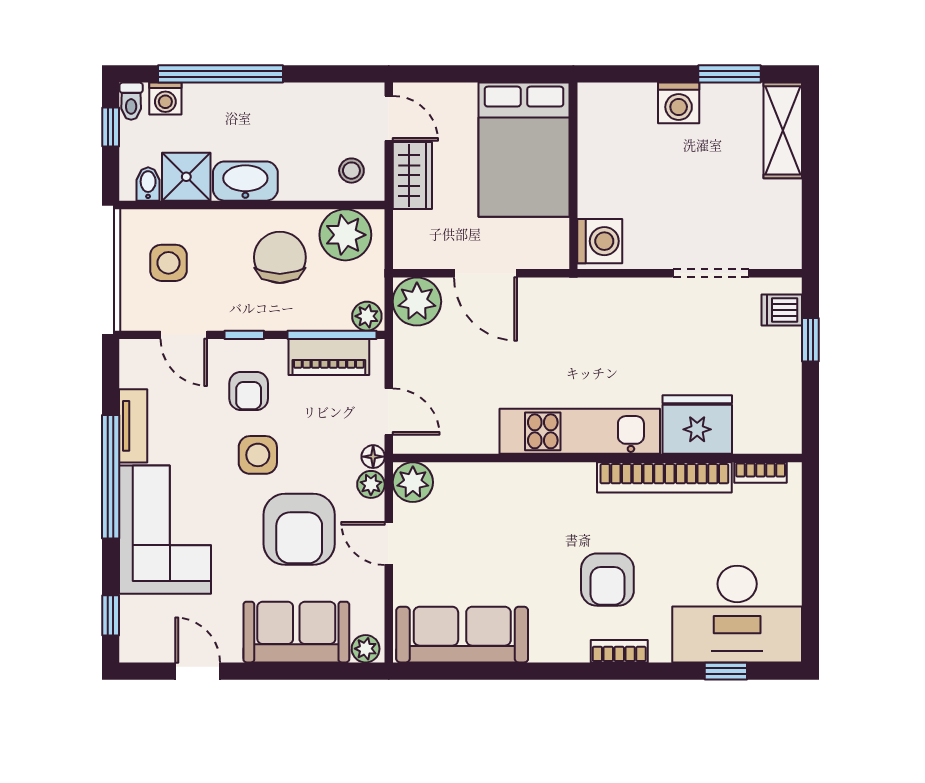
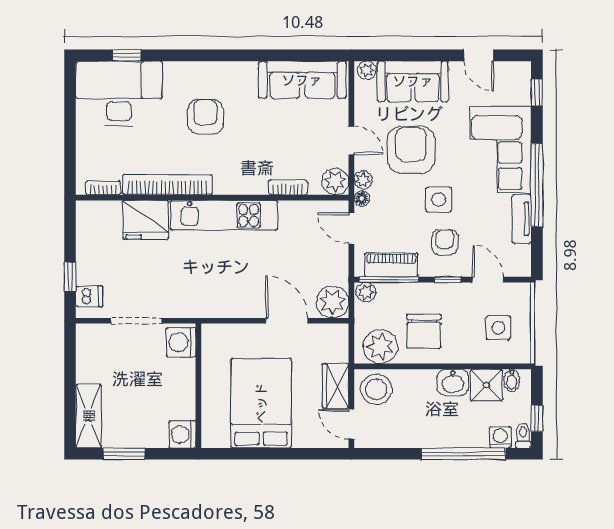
washing machine: (679, 103) -> (182, 434), moved, turned -90
stool: (351, 171) -> (376, 389), width x1.89, depth x1.89
wall: (573, 176) -> (198, 386), moved
washbasin: (245, 181) -> (453, 382), width x0.72
washing machine: (600, 241) -> (181, 342), moved
bookcase: (619, 651) -> (288, 187), moved, turned 180

